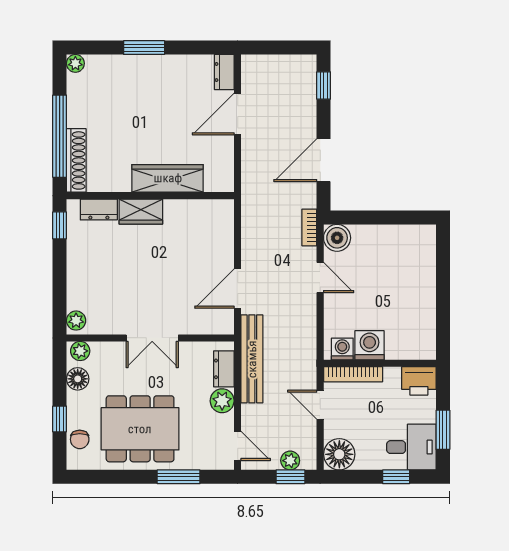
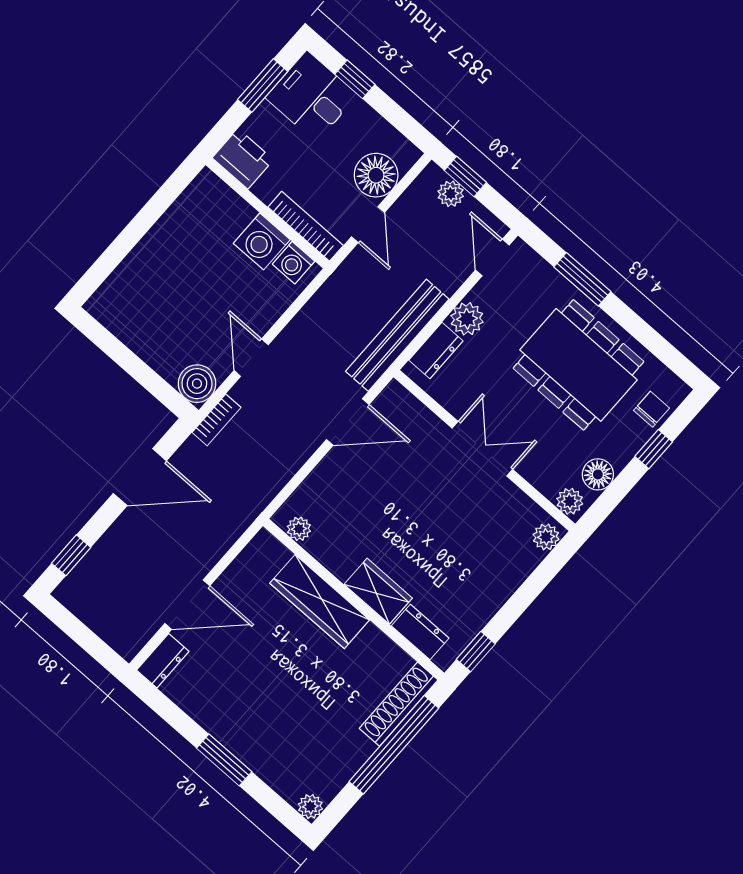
plant: (213, 208) -> (299, 529), added
floor lamp: (339, 454) -> (376, 175), moved

